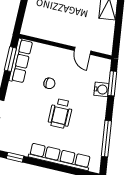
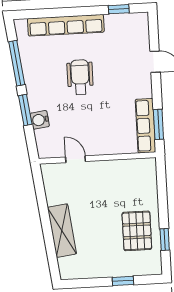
chair: (49, 83) -> (104, 109), removed
window: (112, 83) -> (25, 110), moved

